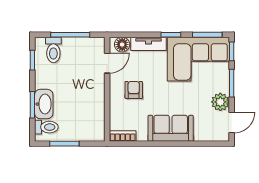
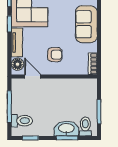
armchair: (134, 90) -> (55, 55), turned 180

